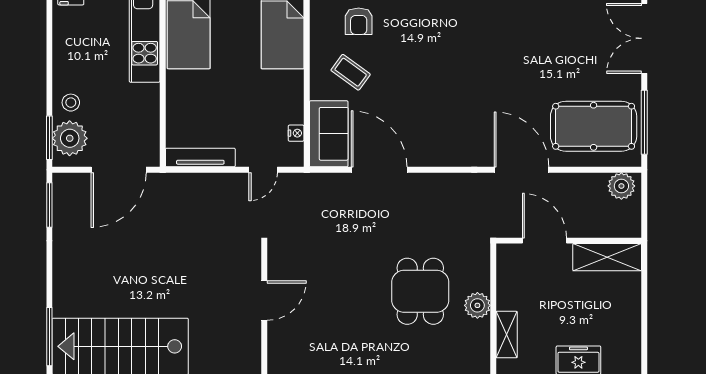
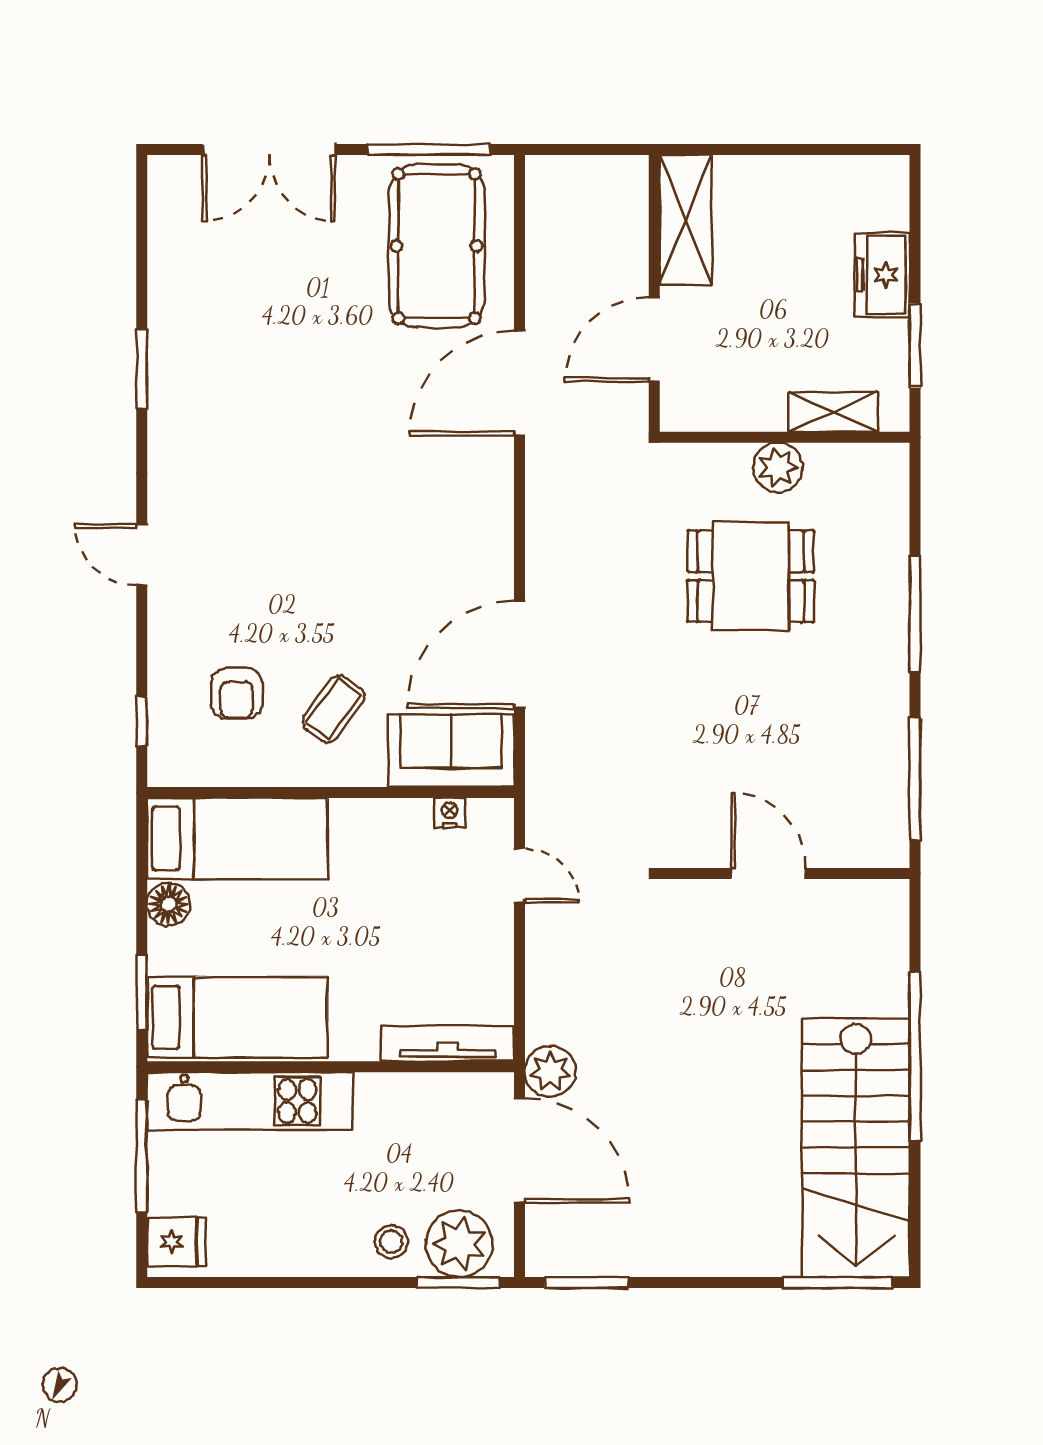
armchair: (359, 21) -> (237, 693), turned 90
tv unit: (200, 158) -> (448, 1043), moved, turned 90
plant: (621, 186) -> (550, 1071), moved

